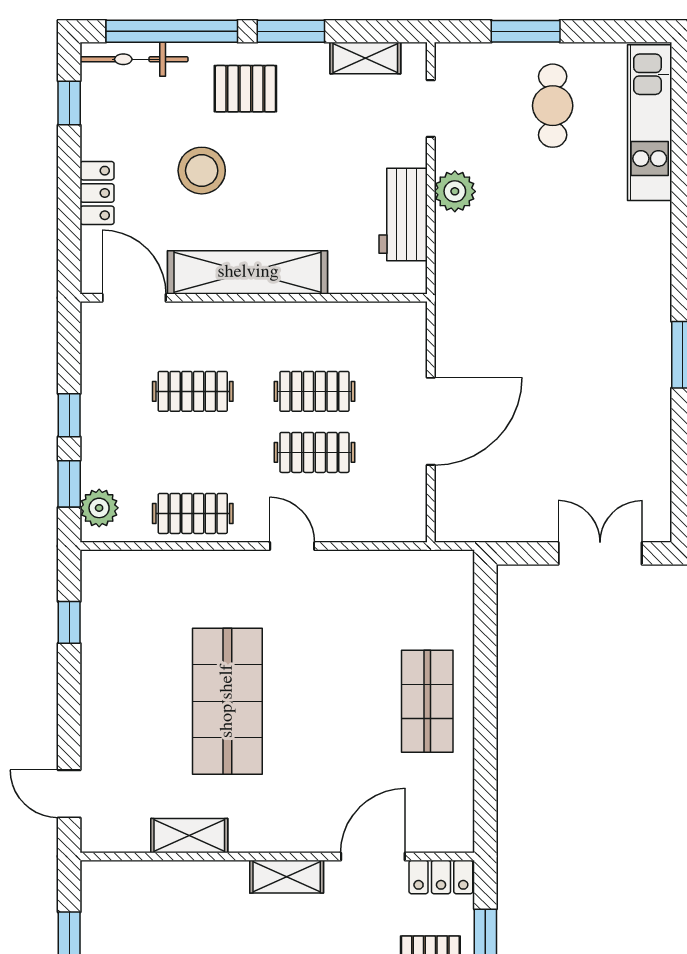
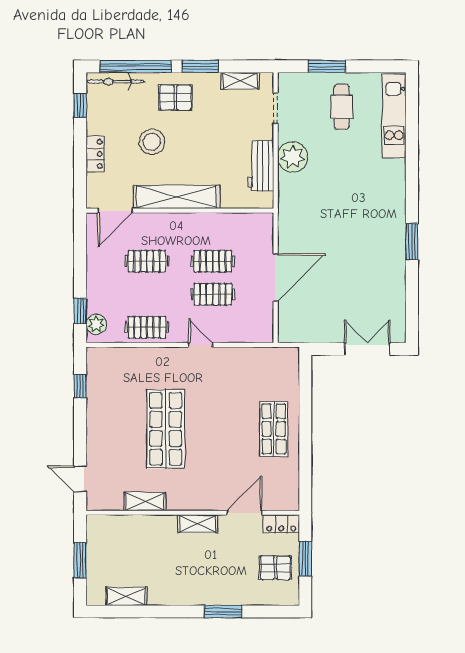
plant: (455, 191) -> (293, 157), width x1.36, depth x1.36
door: (134, 298) -> (115, 211), swing flipped
window: (69, 415) -> (80, 274), removed

